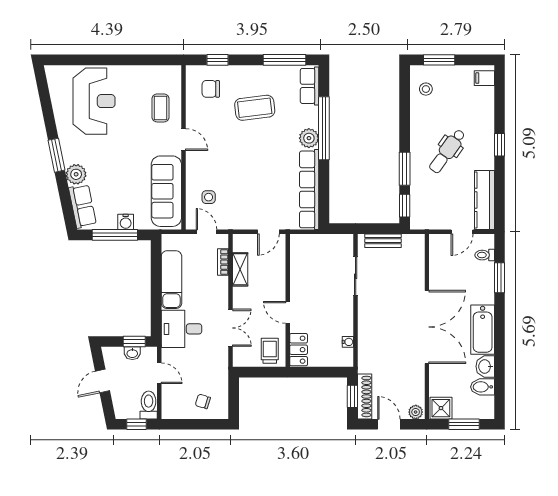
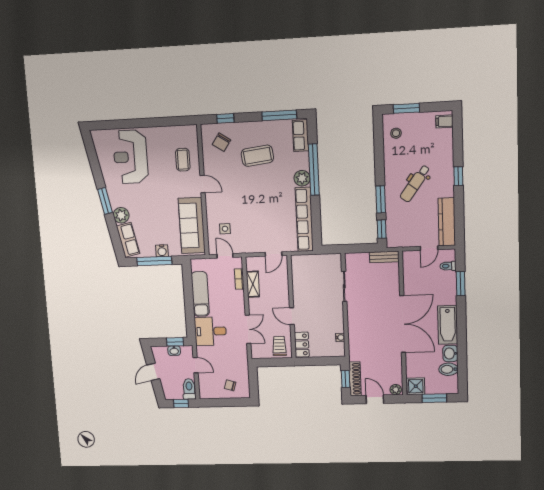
chair: (211, 89) -> (221, 142), turned -56
reception desk: (94, 101) -> (131, 157), turned 180
bench: (383, 241) -> (384, 257), moved

